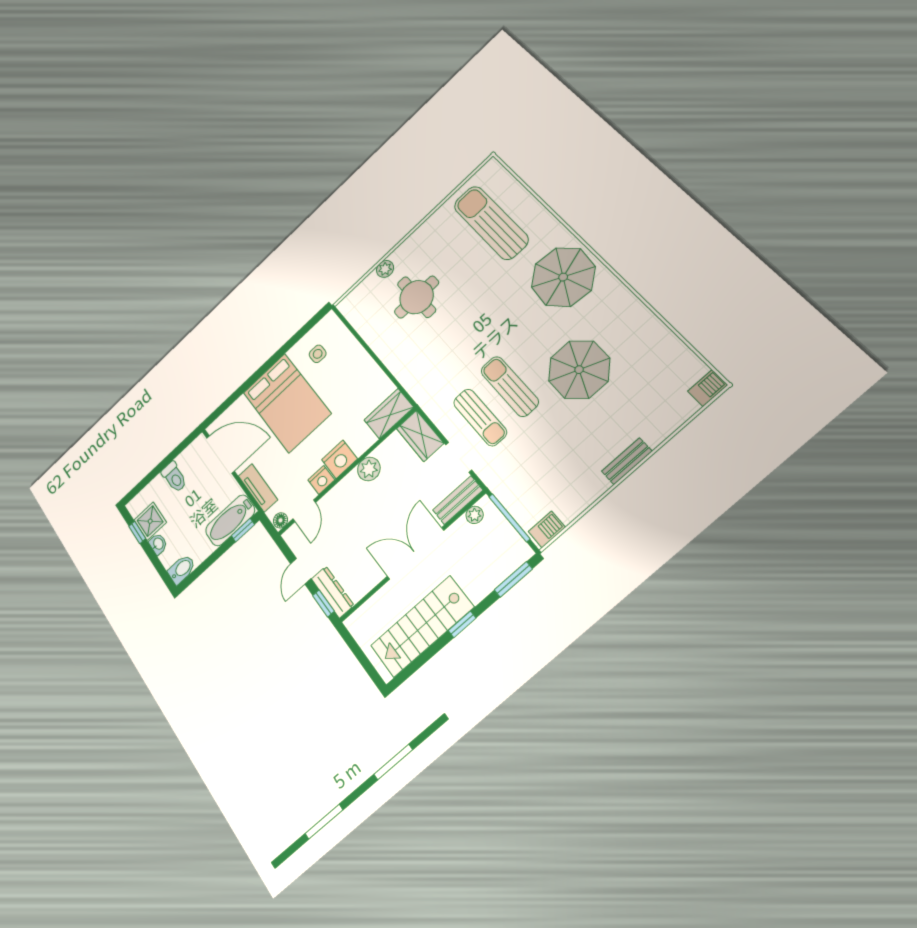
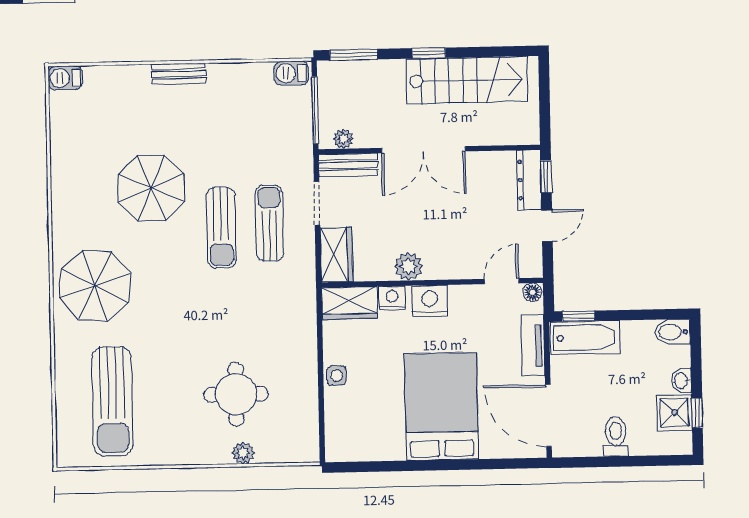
side table: (318, 354) -> (337, 376), moved
nightstand: (321, 480) -> (392, 298), moved

